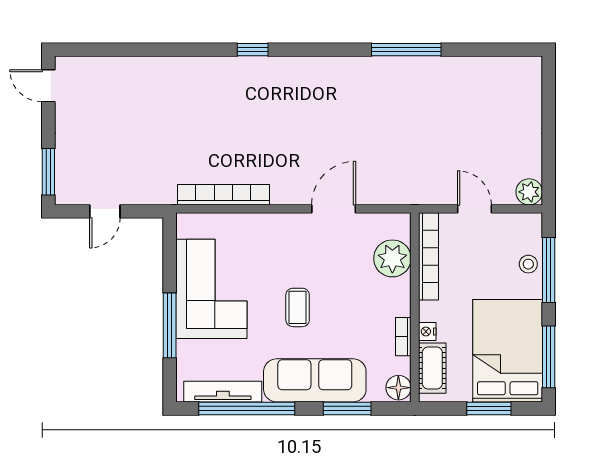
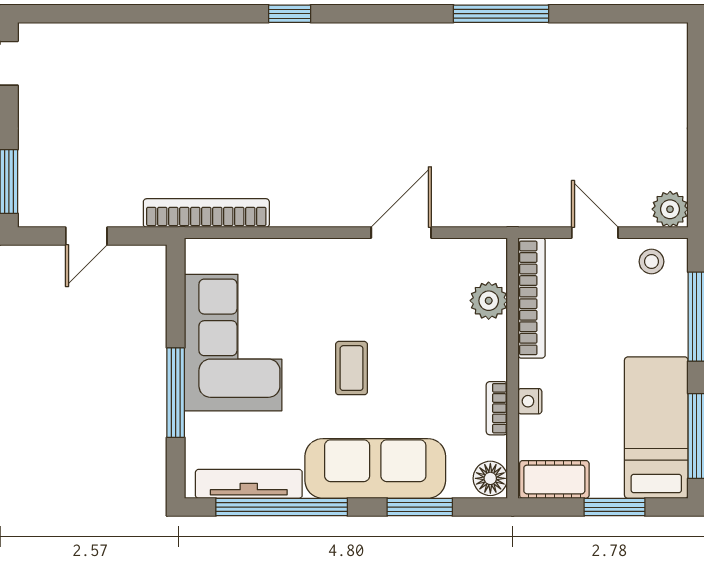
bookcase: (223, 195) -> (206, 213), moved
plant: (392, 258) -> (489, 301), width x0.73, depth x0.73
stool: (528, 264) -> (651, 262), moved
bed: (508, 351) -> (656, 428), width x0.67
cot: (432, 368) -> (554, 479), moved, turned 90

